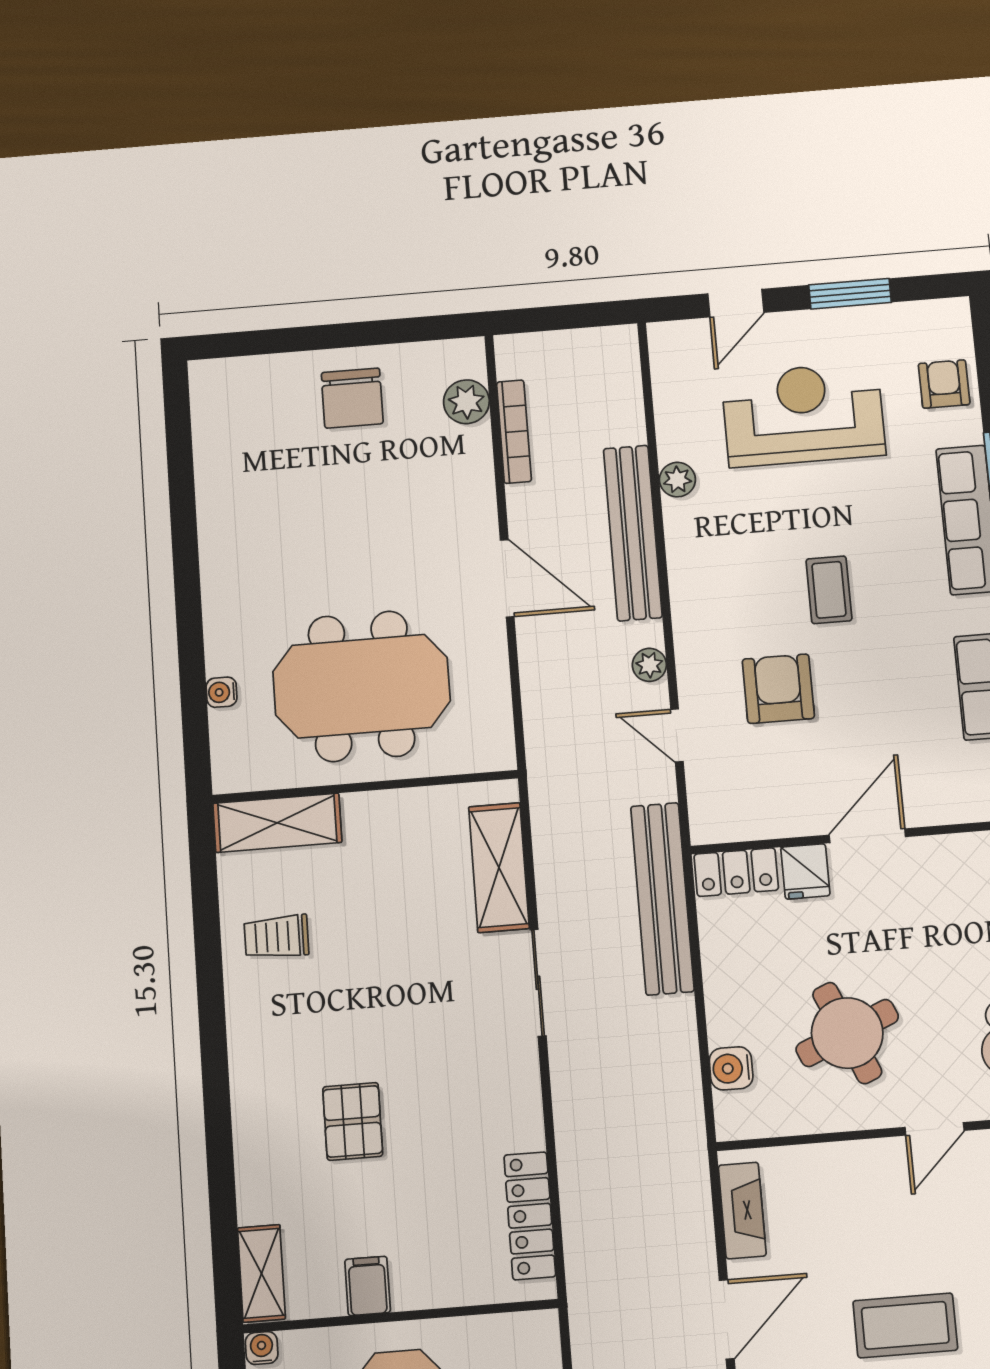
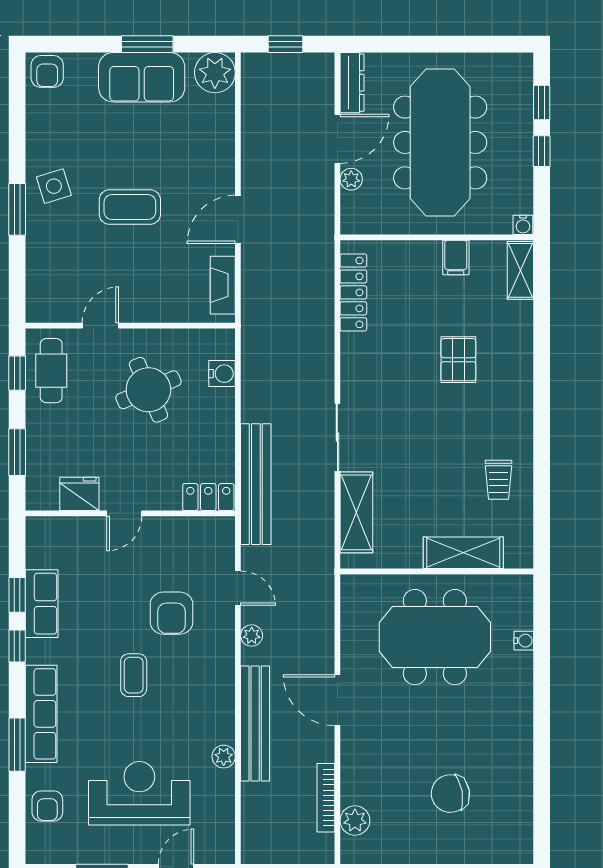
chair: (352, 398) -> (450, 794), moved, turned -100
reception desk: (803, 415) -> (139, 793), turned 180
shelving: (277, 823) -> (463, 553), moved
door: (867, 836) -> (124, 513), width x0.73
fridge: (805, 871) -> (79, 494), moved, width x1.38
trolley: (276, 937) -> (498, 480), turned 90

